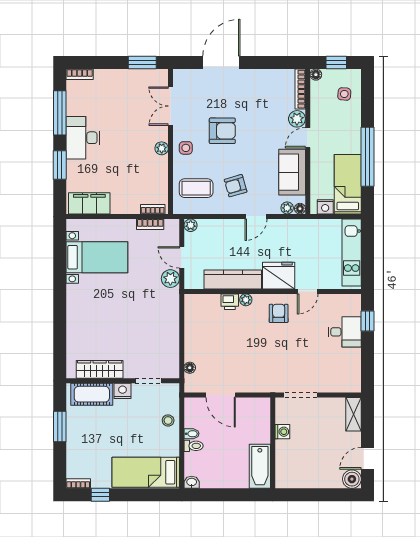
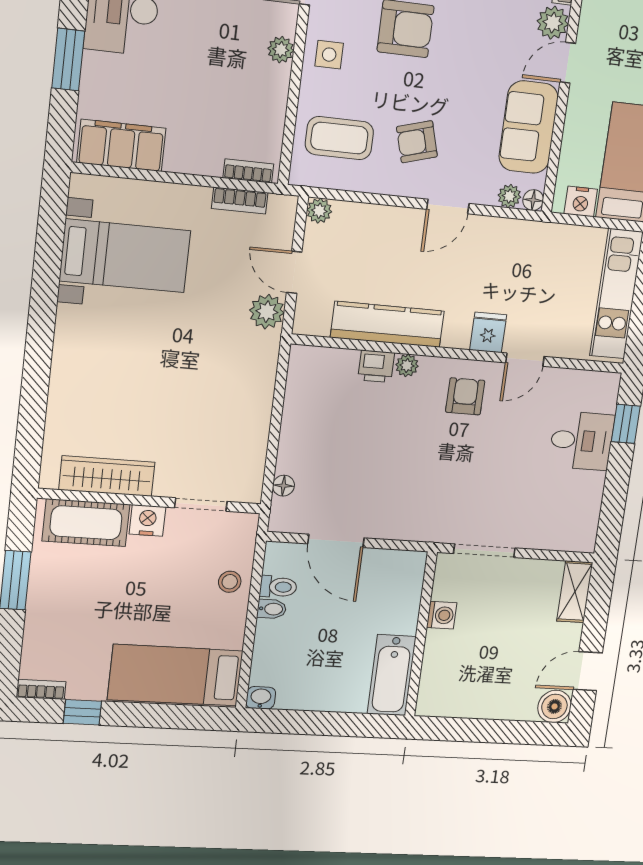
fridge: (279, 276) -> (488, 332), width x0.53, depth x0.75
toilet: (194, 446) -> (278, 587), moved

